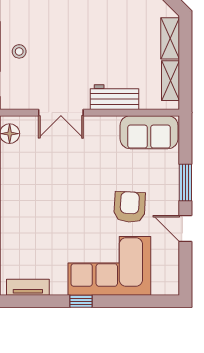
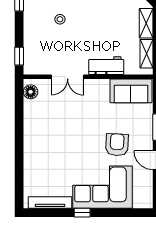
stool: (19, 51) -> (60, 19), moved
tv unit: (28, 287) -> (50, 202), width x1.41

